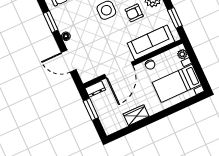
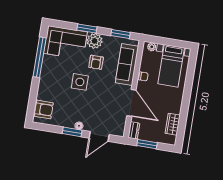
window: (51, 22) -> (72, 132), moved
wardrobe: (136, 115) -> (173, 124), moved

